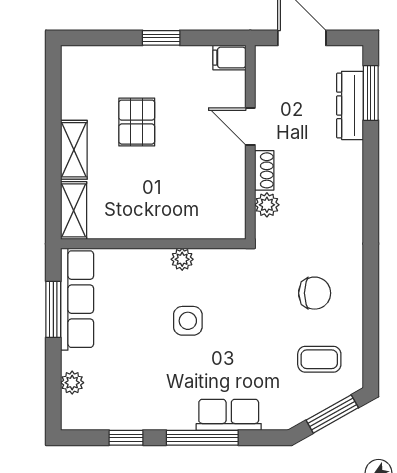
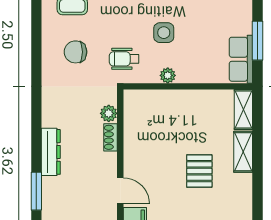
dresser: (350, 105) -> (51, 152), moved
door: (250, 126) -> (120, 191), moved
wheelchair: (245, 283) -> (124, 59), added
row of seats: (77, 299) -> (241, 59), width x0.68

